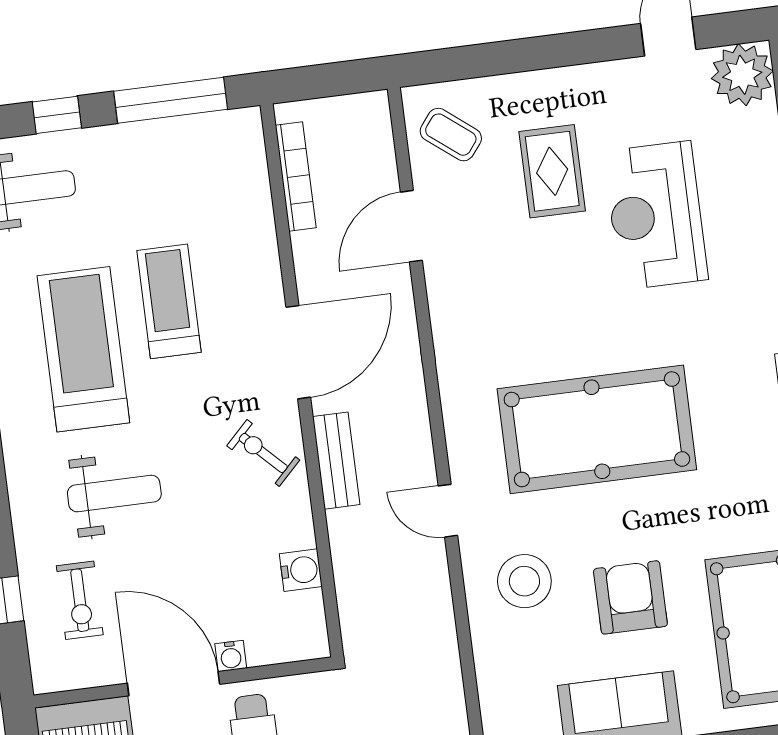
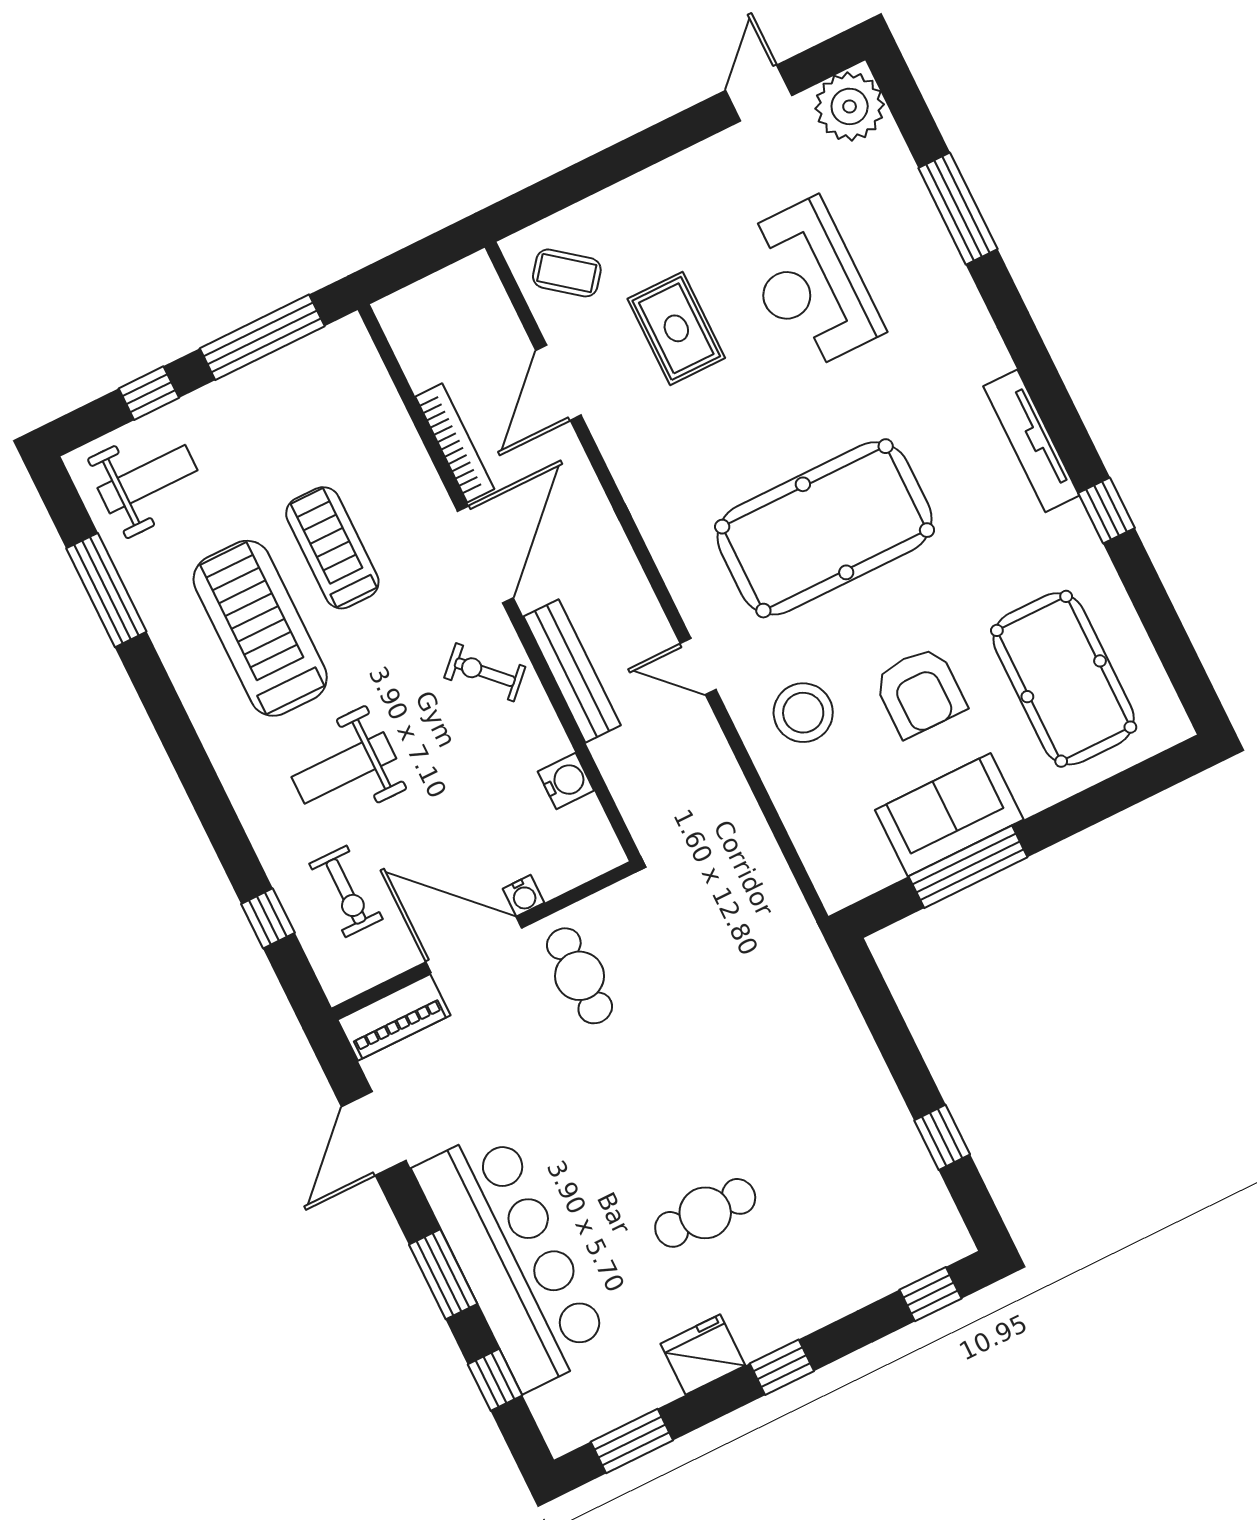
rug: (552, 171) -> (676, 328), moved
bookcase: (296, 176) -> (455, 443), moved
bench: (336, 461) -> (572, 671), width x1.36
weight bench: (114, 494) -> (344, 768), turned 180
armchair: (630, 597) -> (920, 692), turned 180

